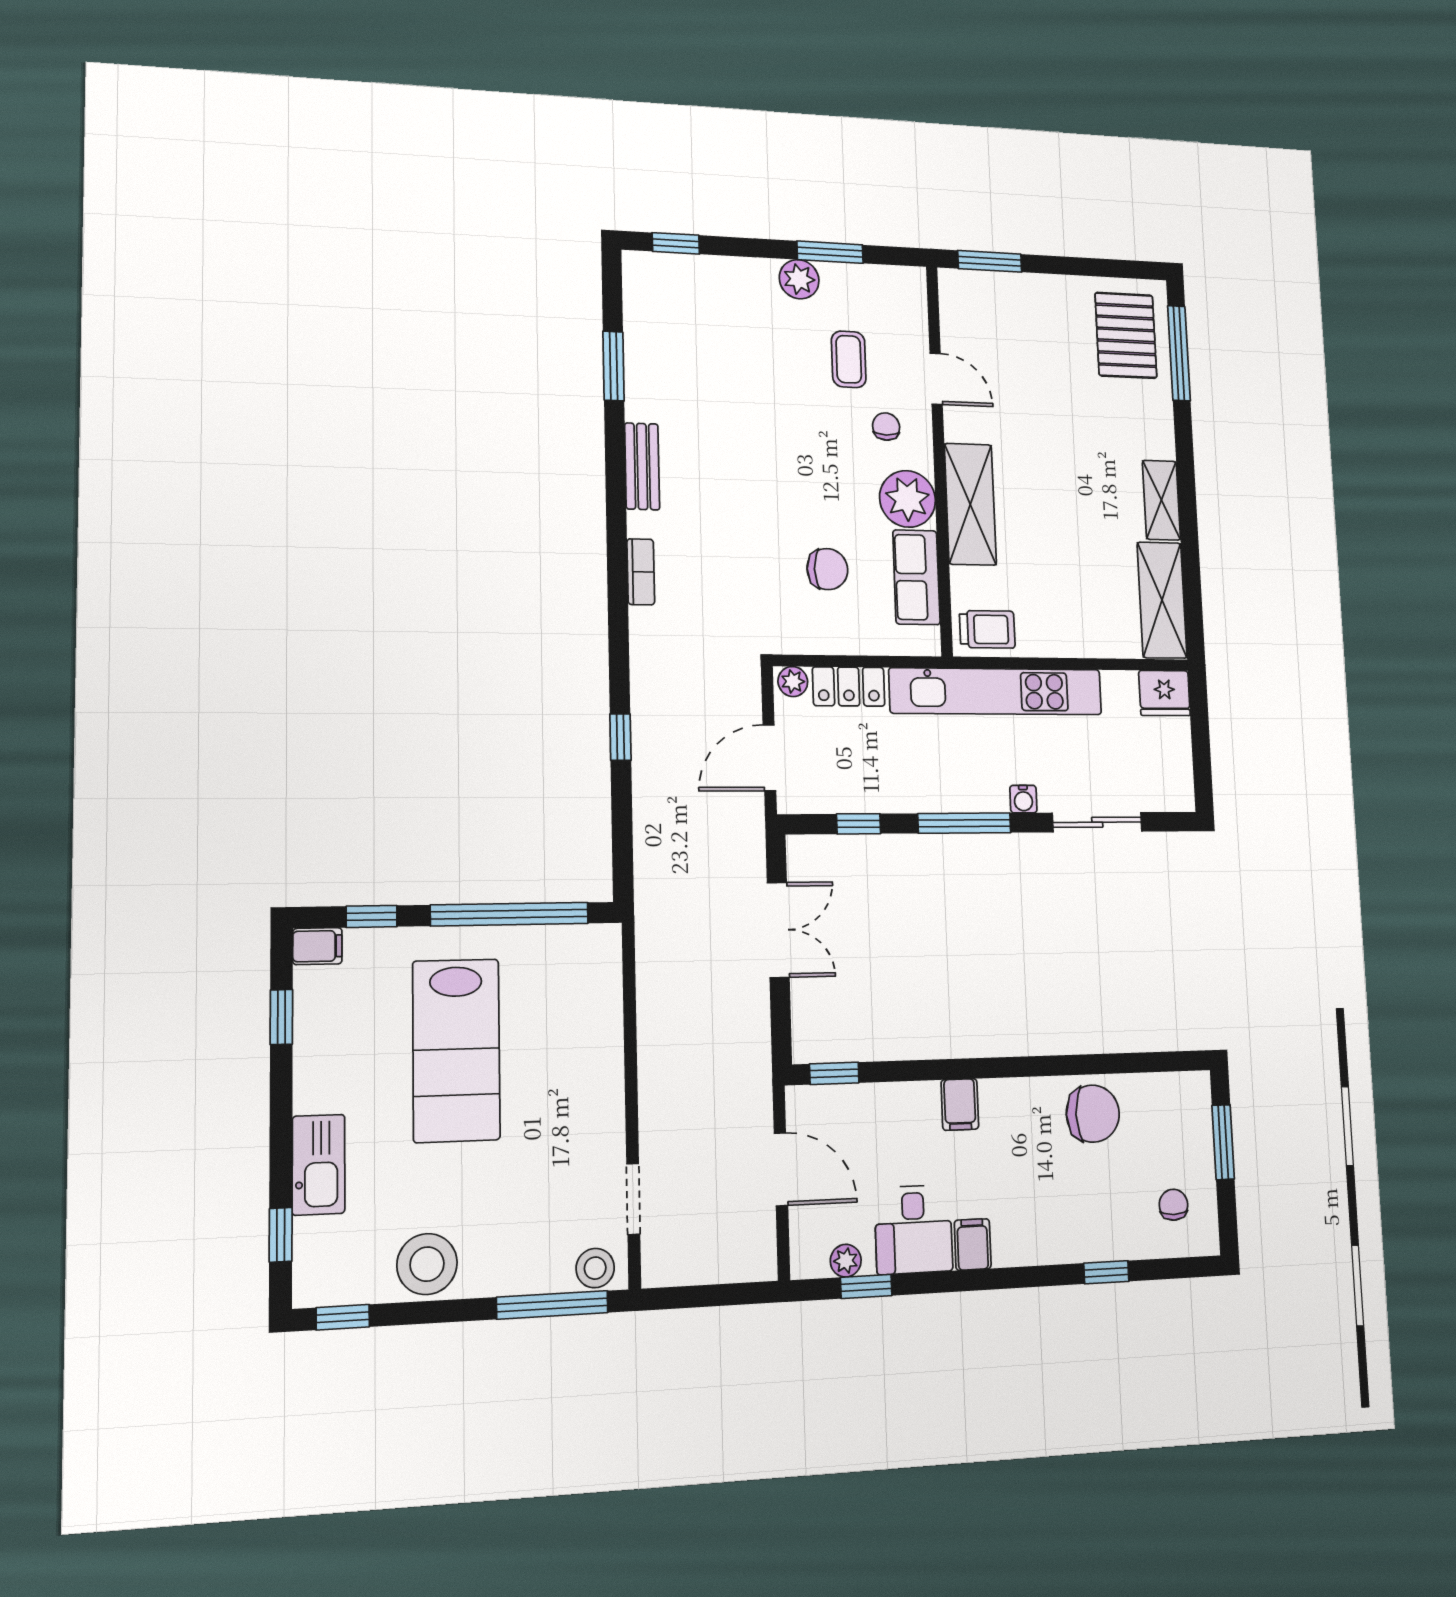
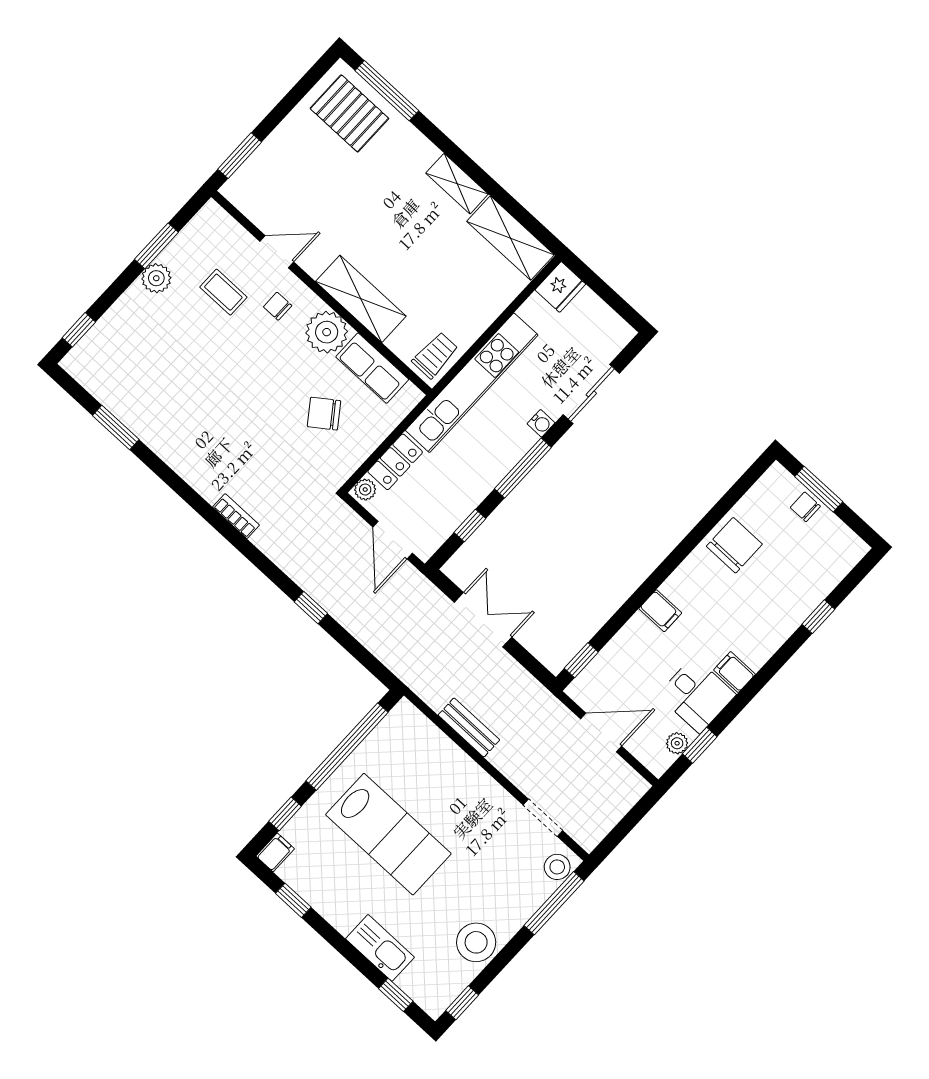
bench: (642, 466) -> (469, 728), moved
chair: (827, 569) -> (324, 414), turned -126
chair: (1173, 1205) -> (805, 507), moved

